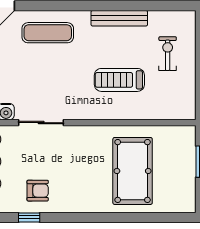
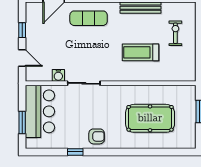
pool table: (133, 171) -> (150, 118), turned 90
armchair: (38, 191) -> (97, 136), moved

